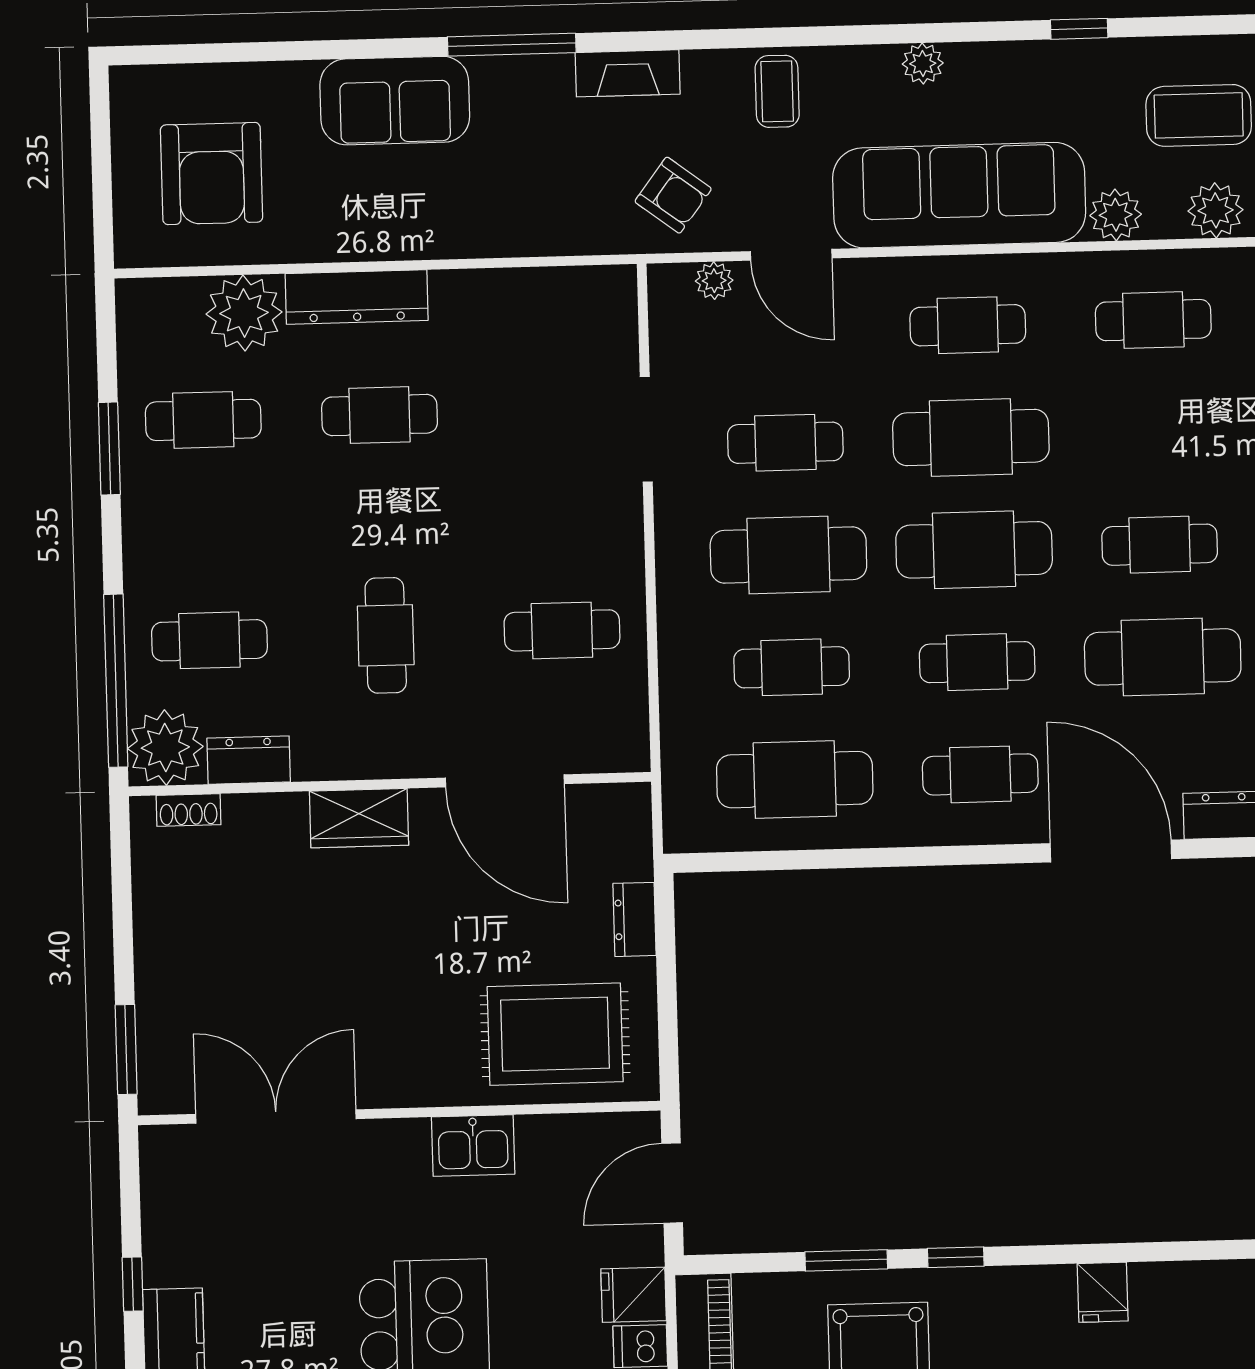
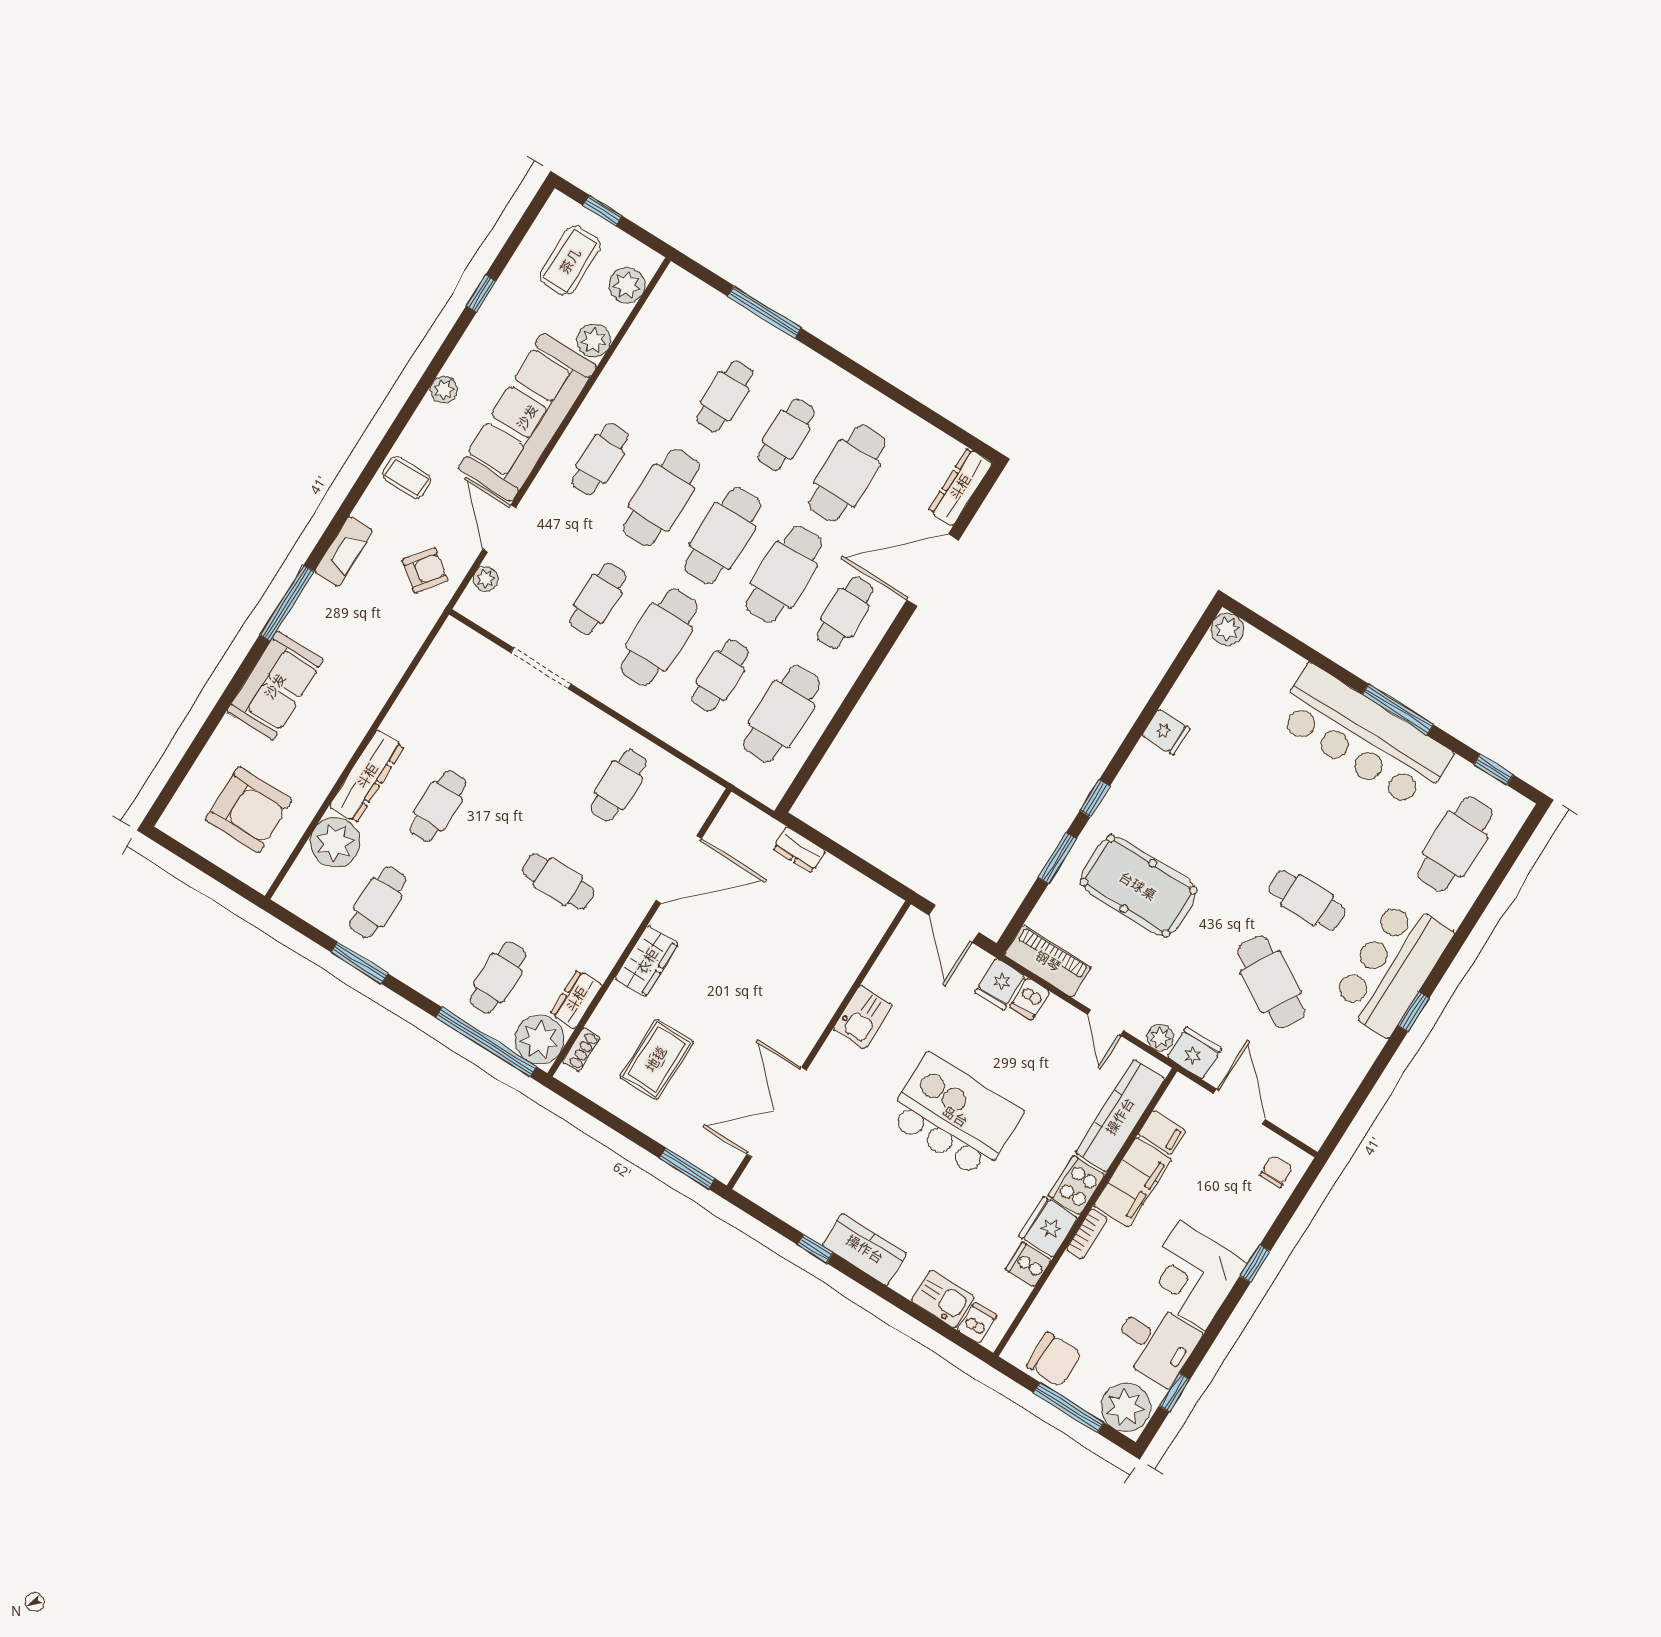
door: (791, 255) -> (499, 528), swing flipped
cafe table: (1153, 320) -> (725, 396), moved
cafe table: (977, 662) -> (784, 574), width x1.37, depth x1.35
rug: (555, 1034) -> (656, 1059), moved, width x0.73, depth x0.70

